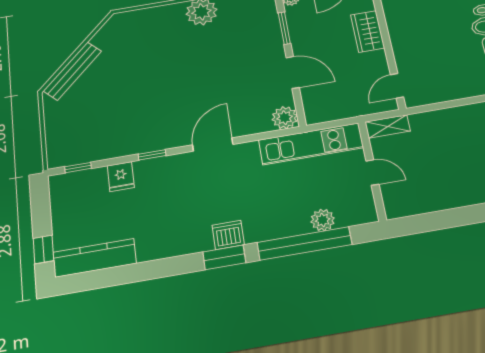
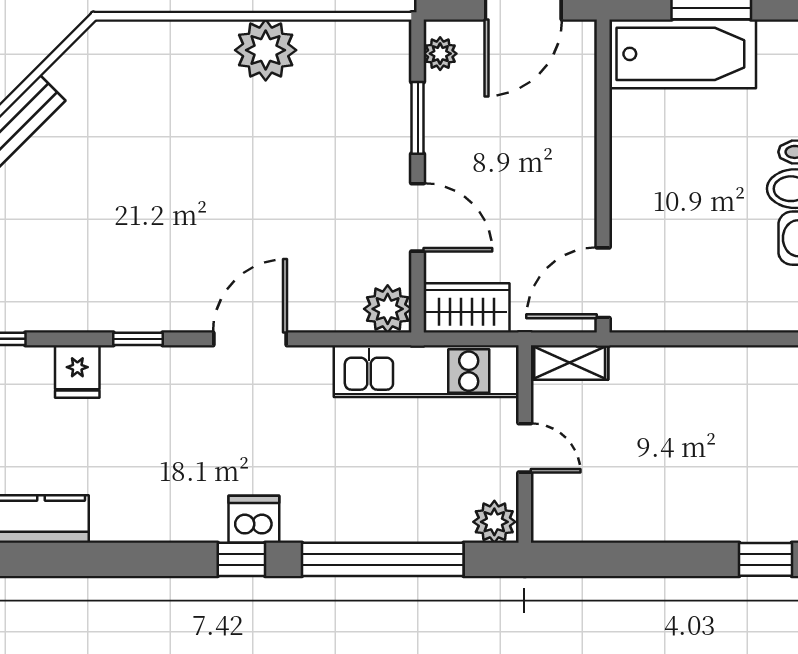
wardrobe: (368, 31) -> (467, 308), moved, turned 90
door: (397, 86) -> (603, 283), width x1.38
plant: (323, 220) -> (494, 522), moved
window: (224, 257) -> (241, 559), width x0.67

